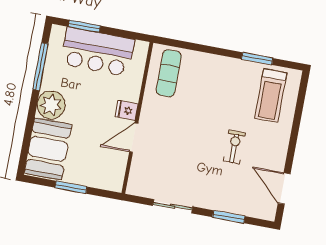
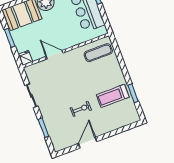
treadmill: (271, 95) -> (113, 96), moved
fridge: (127, 110) -> (26, 58), moved
door: (284, 188) -> (88, 143), moved

